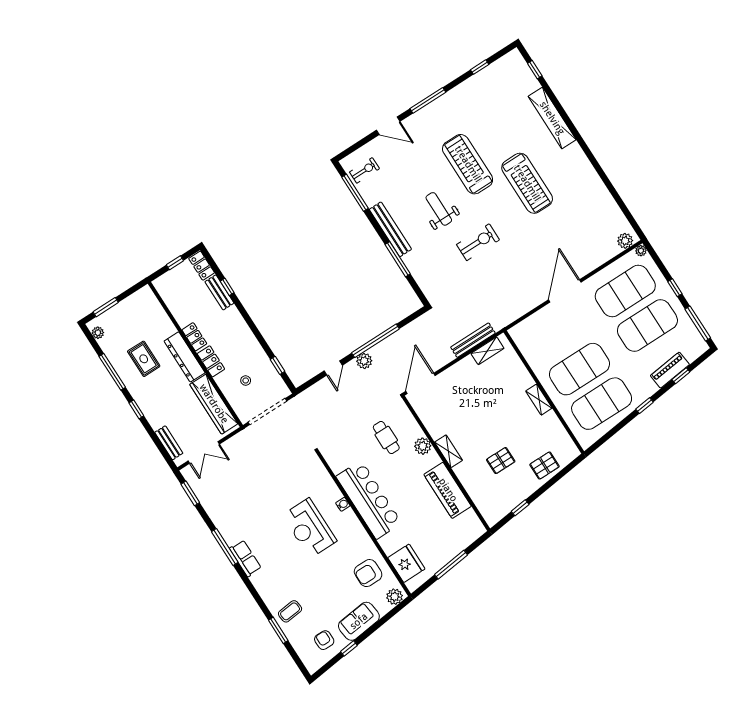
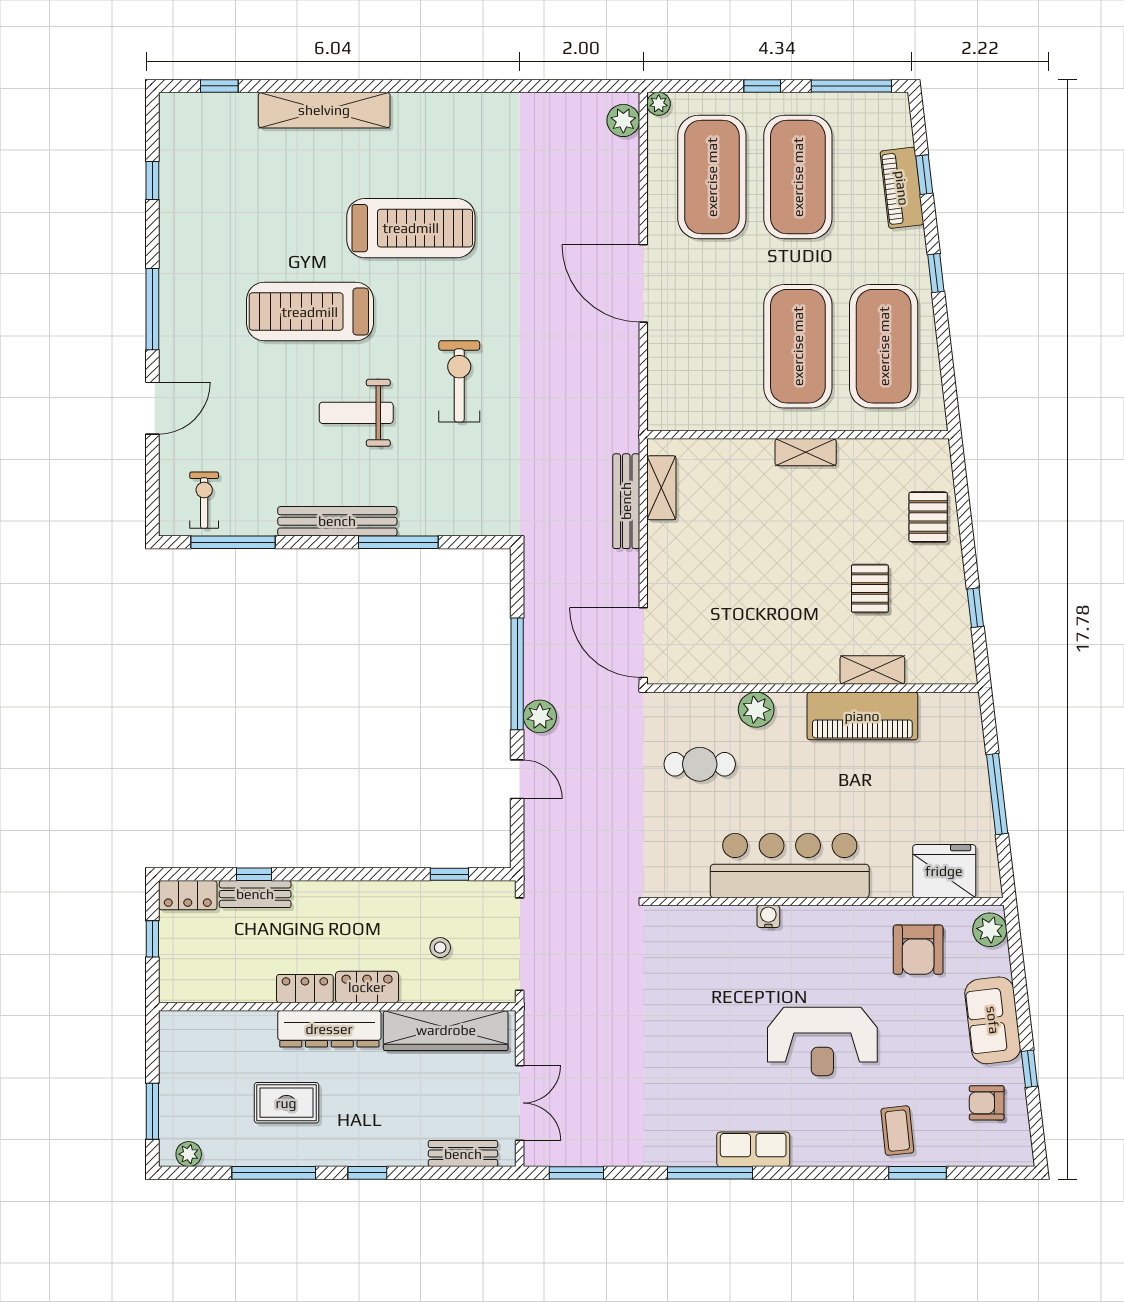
shelving: (449, 451) -> (872, 670), moved
reception desk: (309, 528) -> (822, 1041), moved

